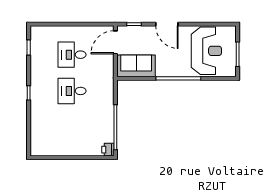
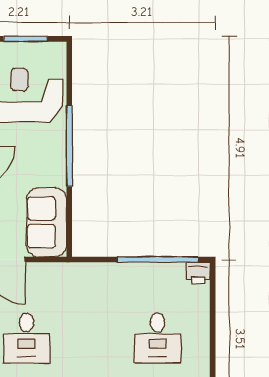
desk: (72, 91) -> (158, 338), moved

